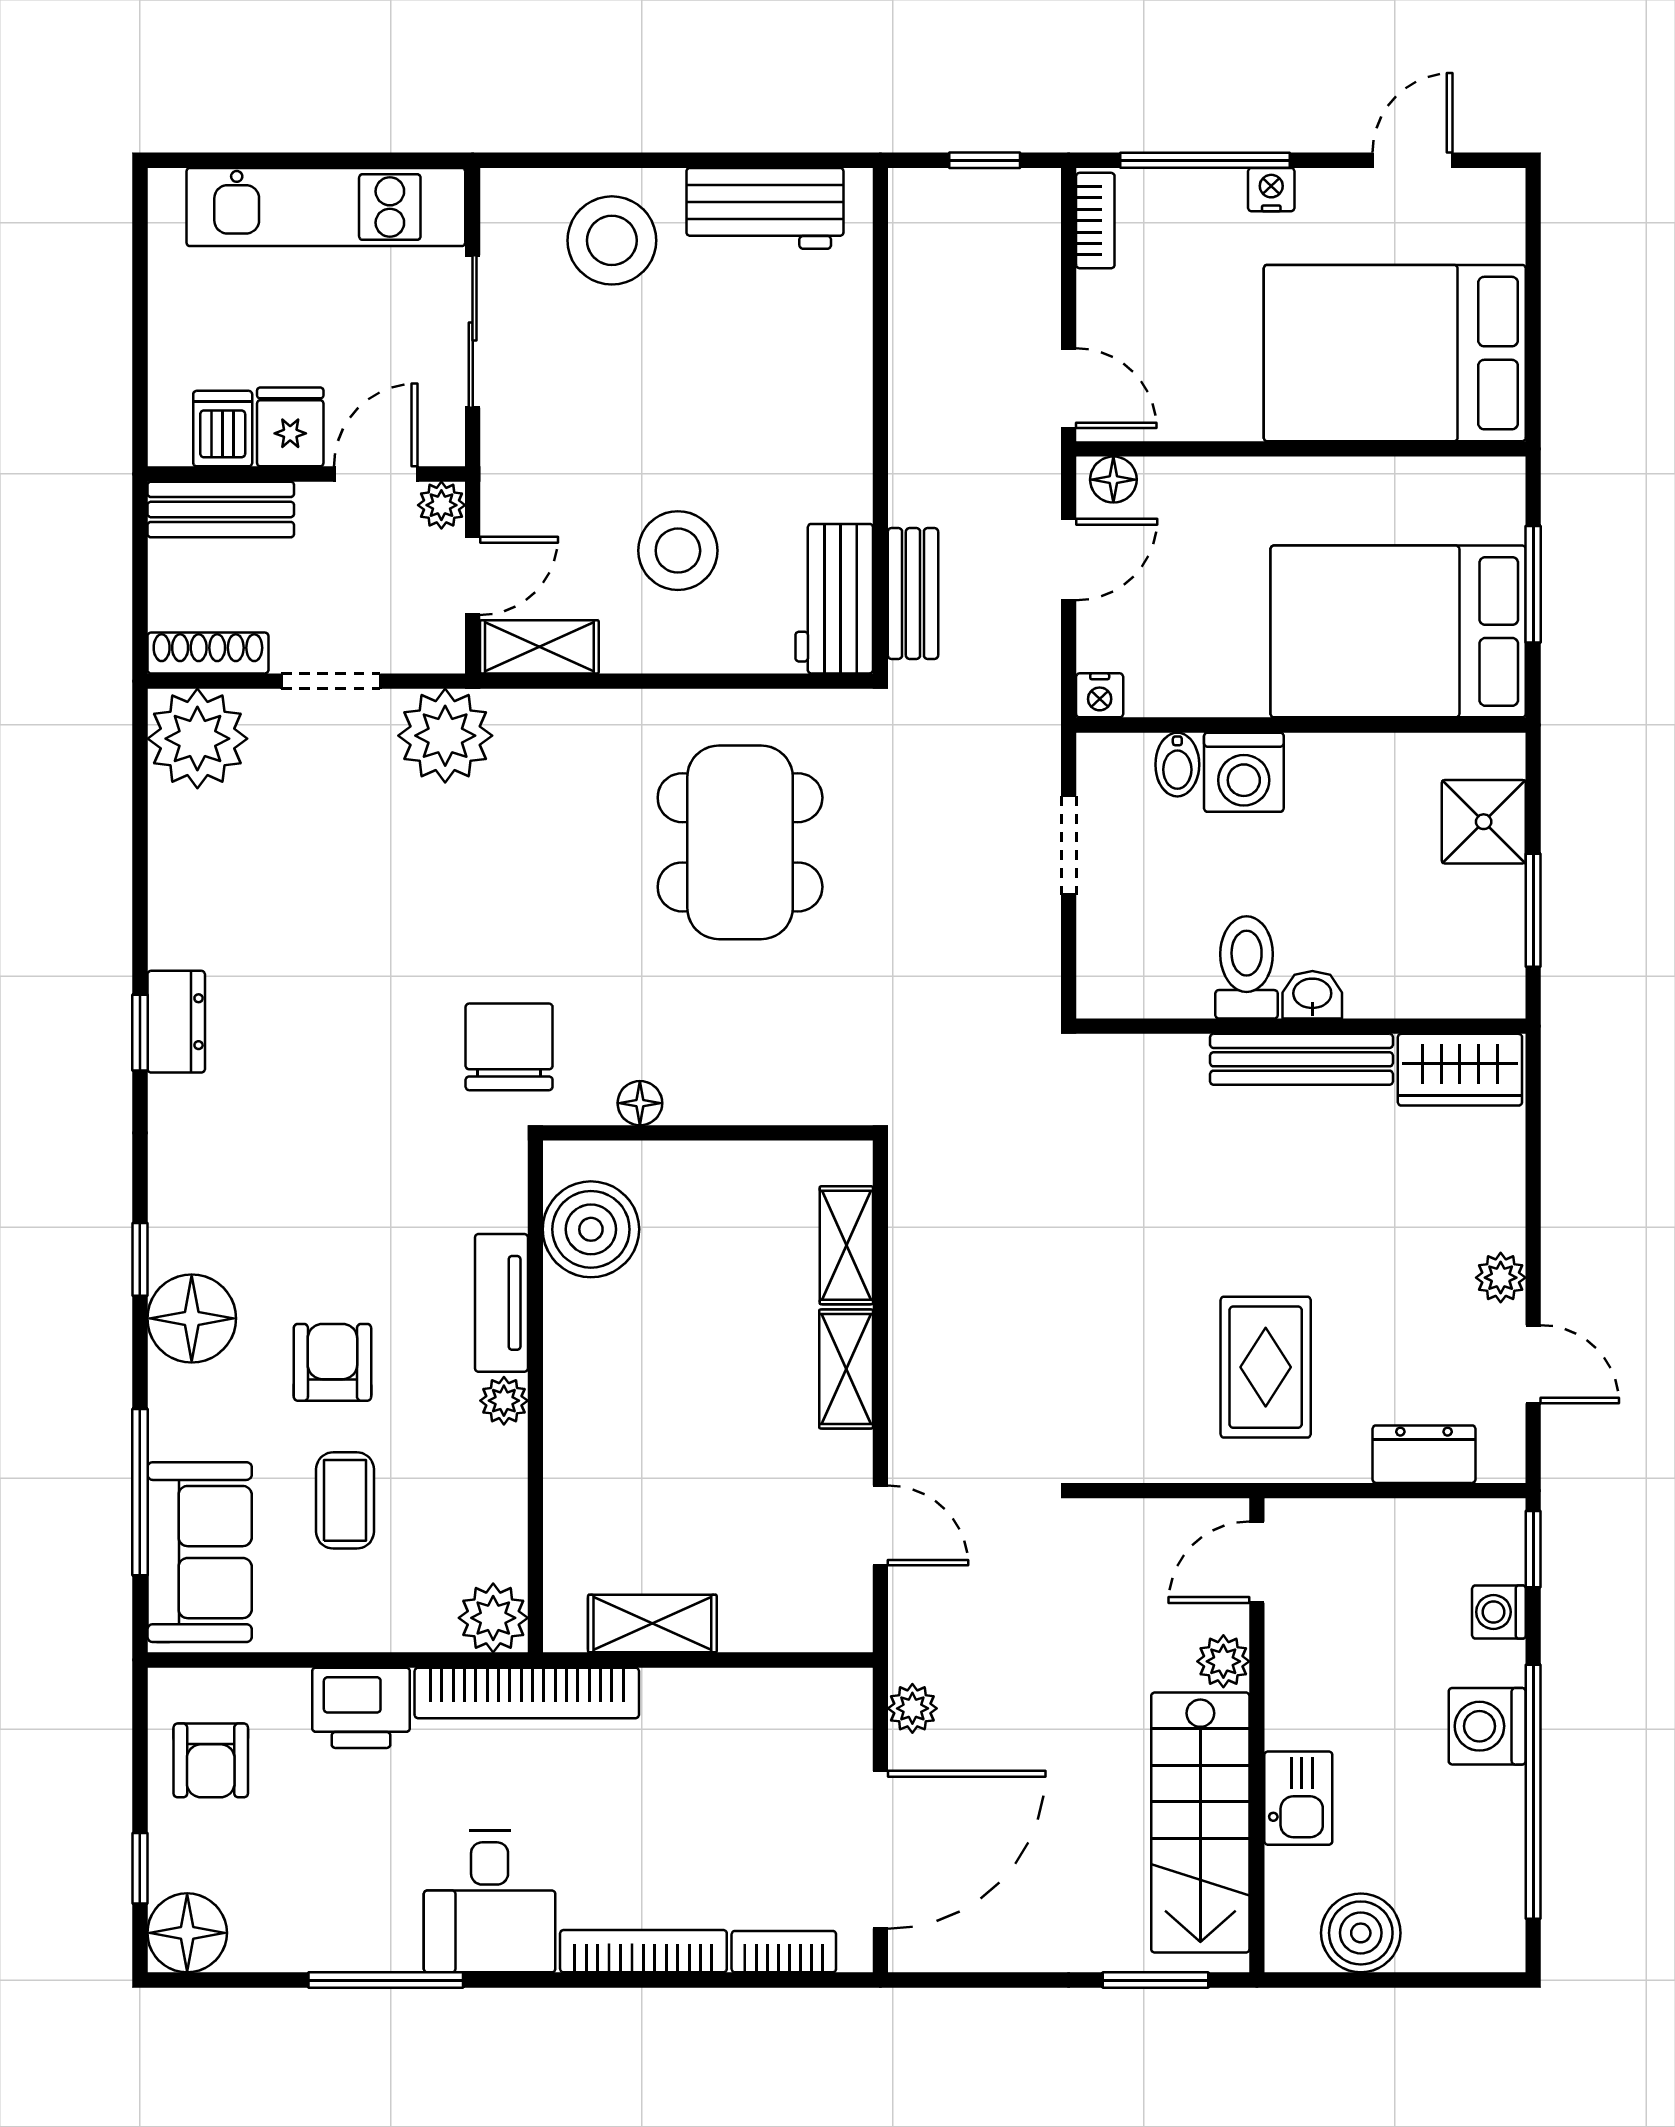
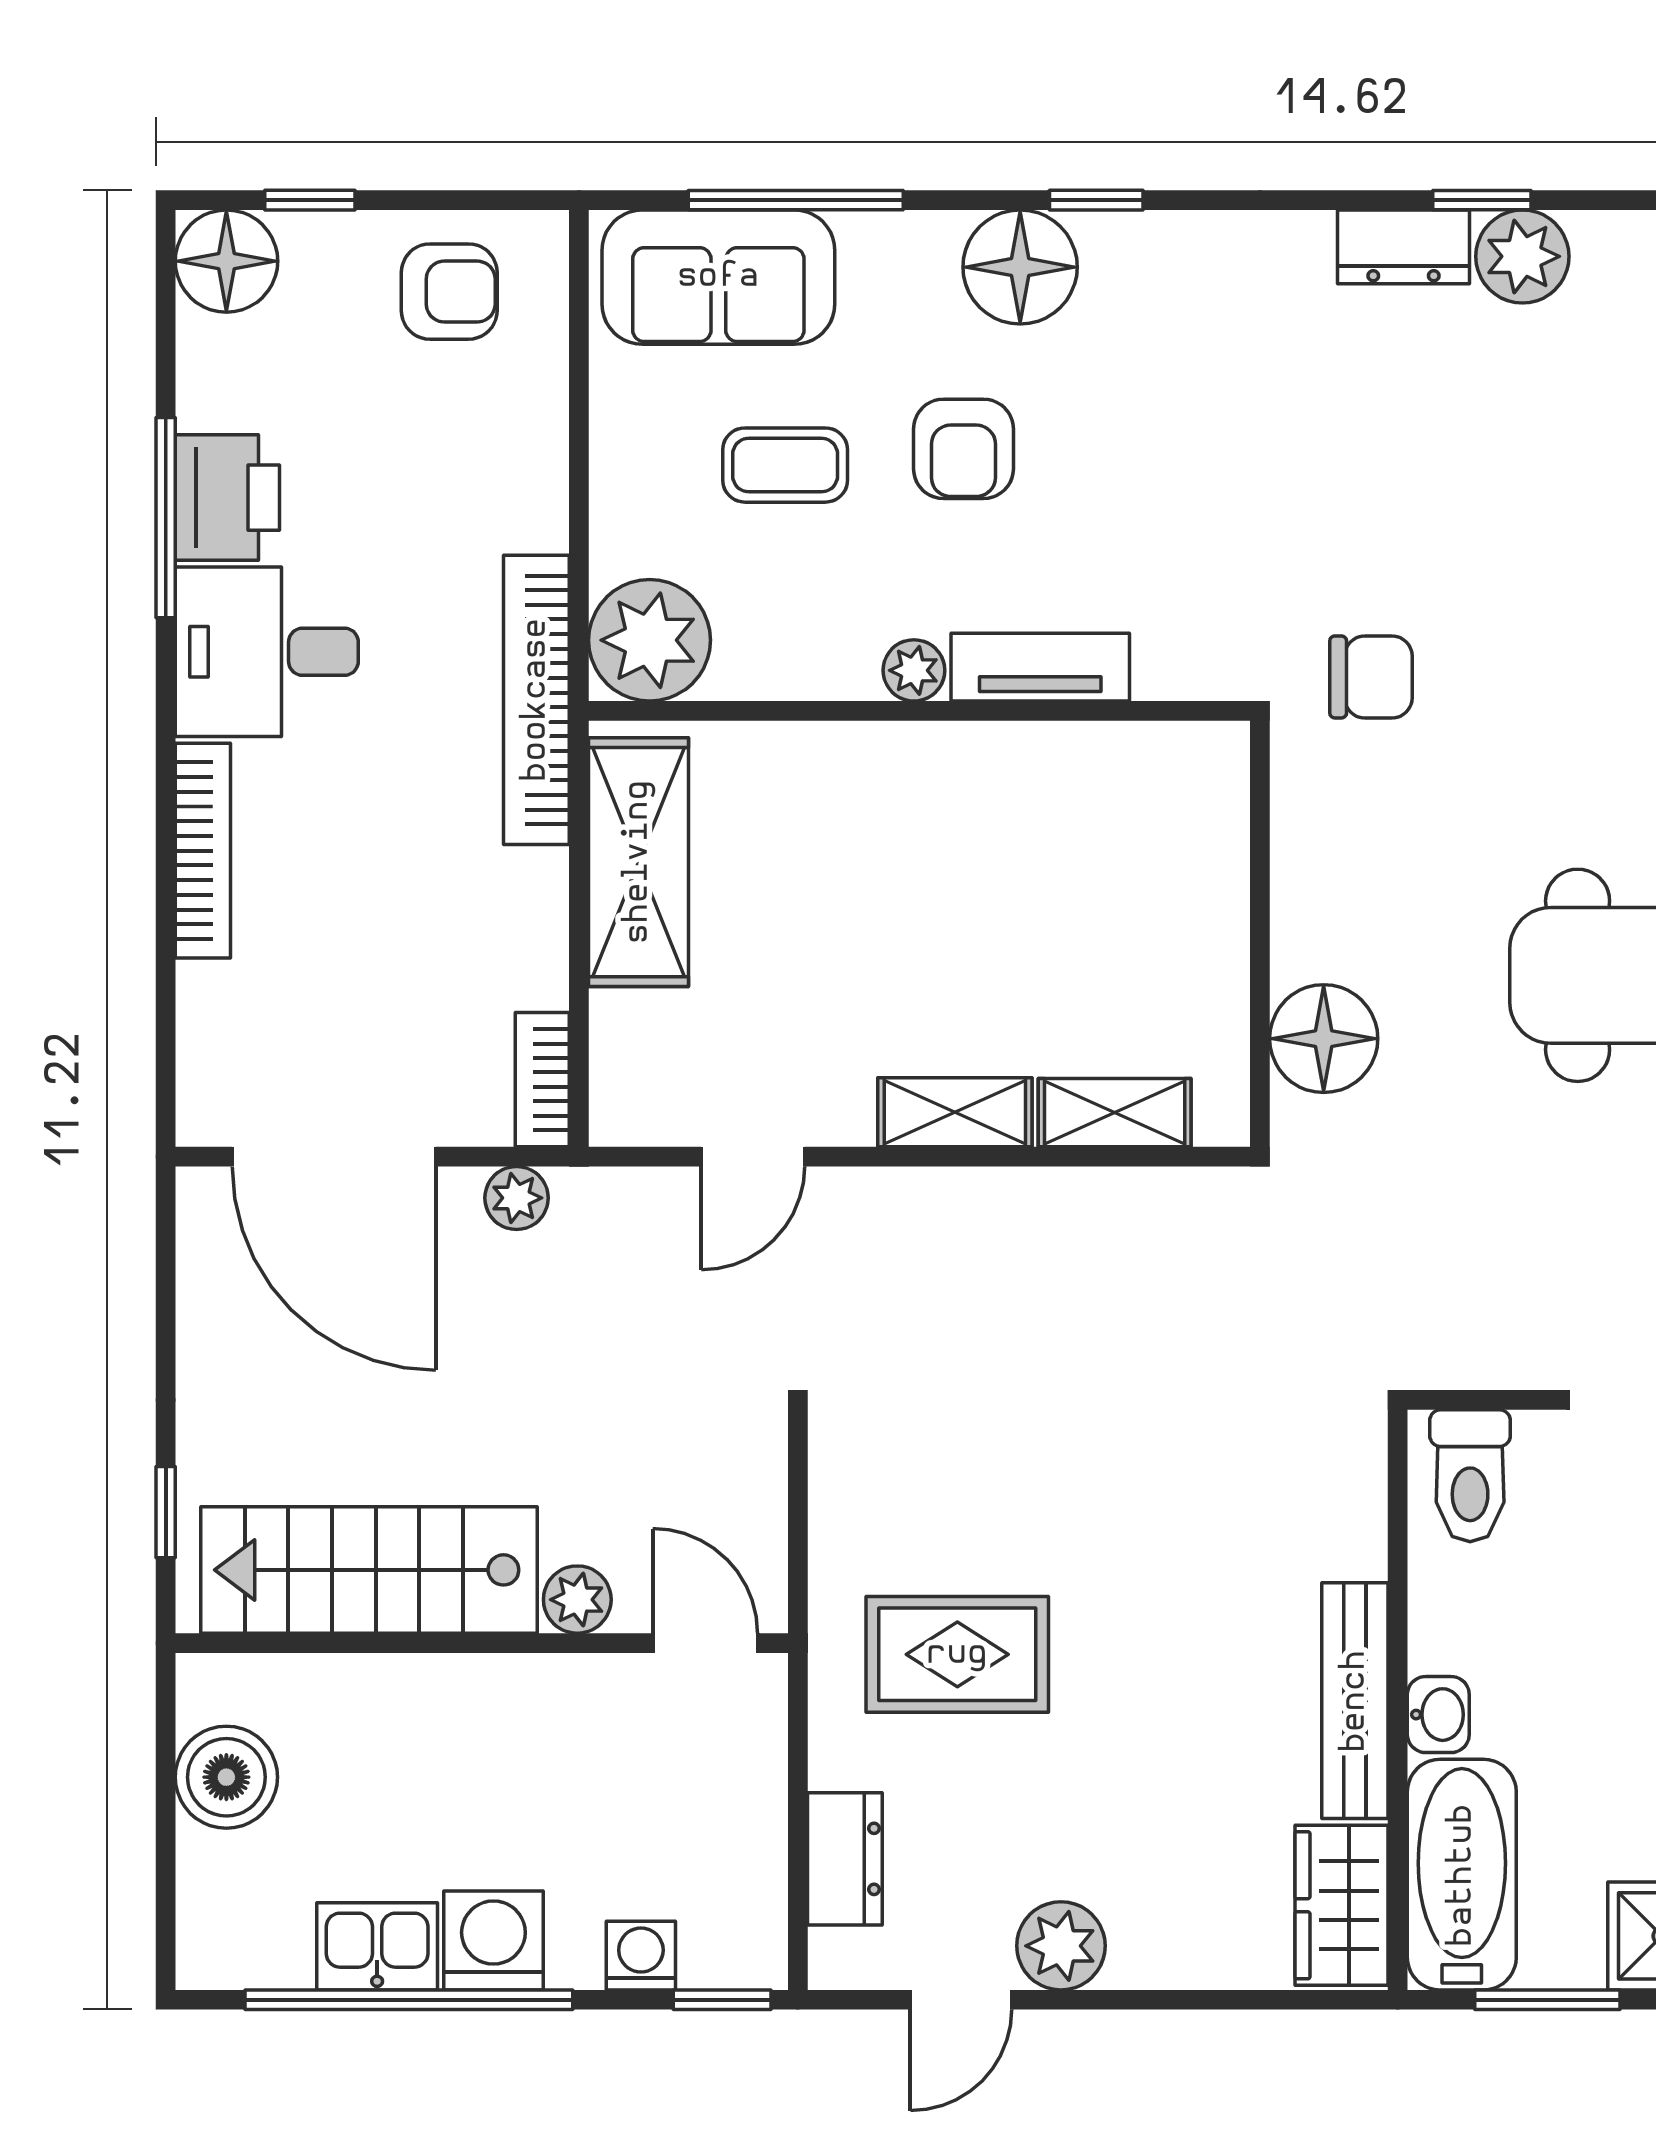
plant: (184, 930) -> (1522, 256), added
toilet: (1247, 967) -> (1470, 1476), moved, turned 90
bathtub: (1436, 977) -> (1462, 1875), added
window: (140, 1033) -> (1482, 200), moved
chair: (509, 1047) -> (1371, 677), width x0.73, depth x0.73
floor lamp: (640, 1103) -> (1324, 1039), moved, width x1.89, depth x1.89
boiler: (591, 1229) -> (1135, 783), removed
plant: (1501, 1278) -> (1061, 1946), width x1.38, depth x1.38
armchair: (332, 1362) -> (963, 449), turned 90
plant: (493, 1618) -> (650, 640), width x1.36, depth x1.36
shelving: (652, 1624) -> (638, 862), width x1.50, depth x1.33
printer: (361, 1708) -> (227, 498), moved, turned 180
armchair: (211, 1760) -> (449, 292), turned 180
kitchen sink: (1298, 1798) -> (377, 1946), moved, turned 180
bookcase: (784, 1952) -> (542, 1080), moved, turned 180
window: (1156, 1980) -> (166, 1512), width x0.67

